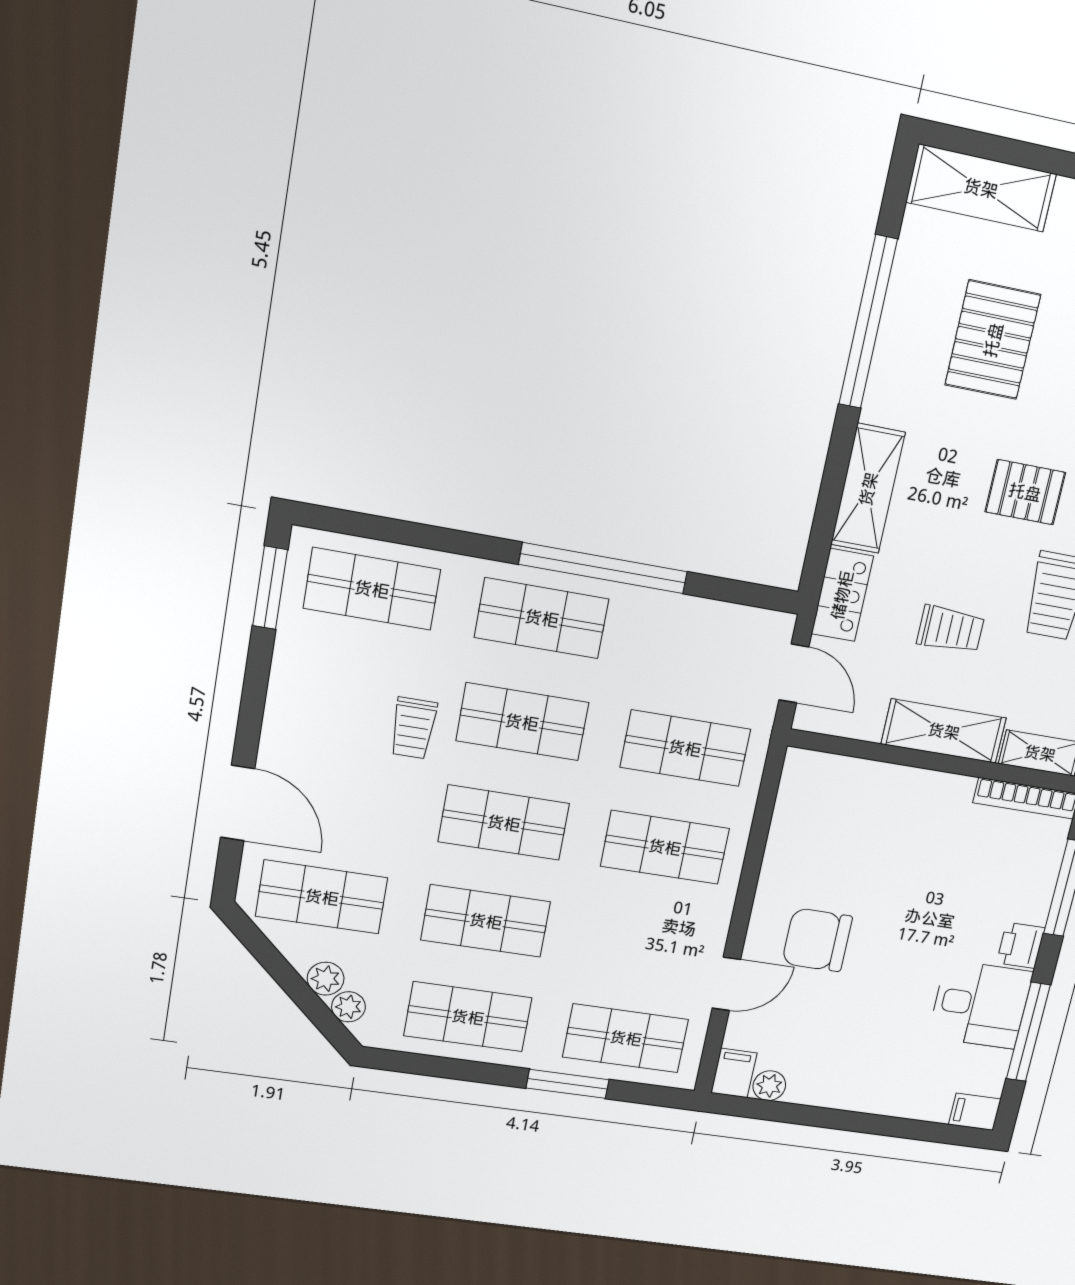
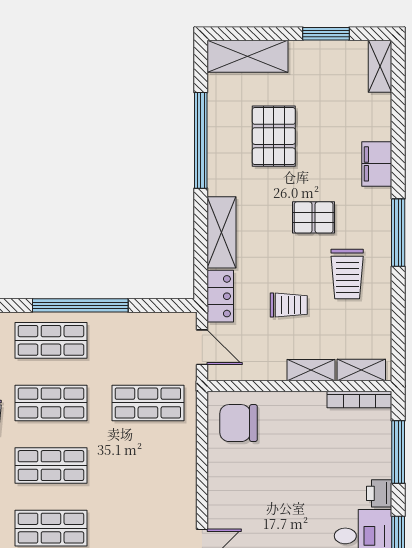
shelving: (944, 731) -> (311, 370), width x0.67, depth x0.75
shop shelf: (665, 847) -> (148, 466), removed
chair: (817, 940) -> (239, 423), moved

